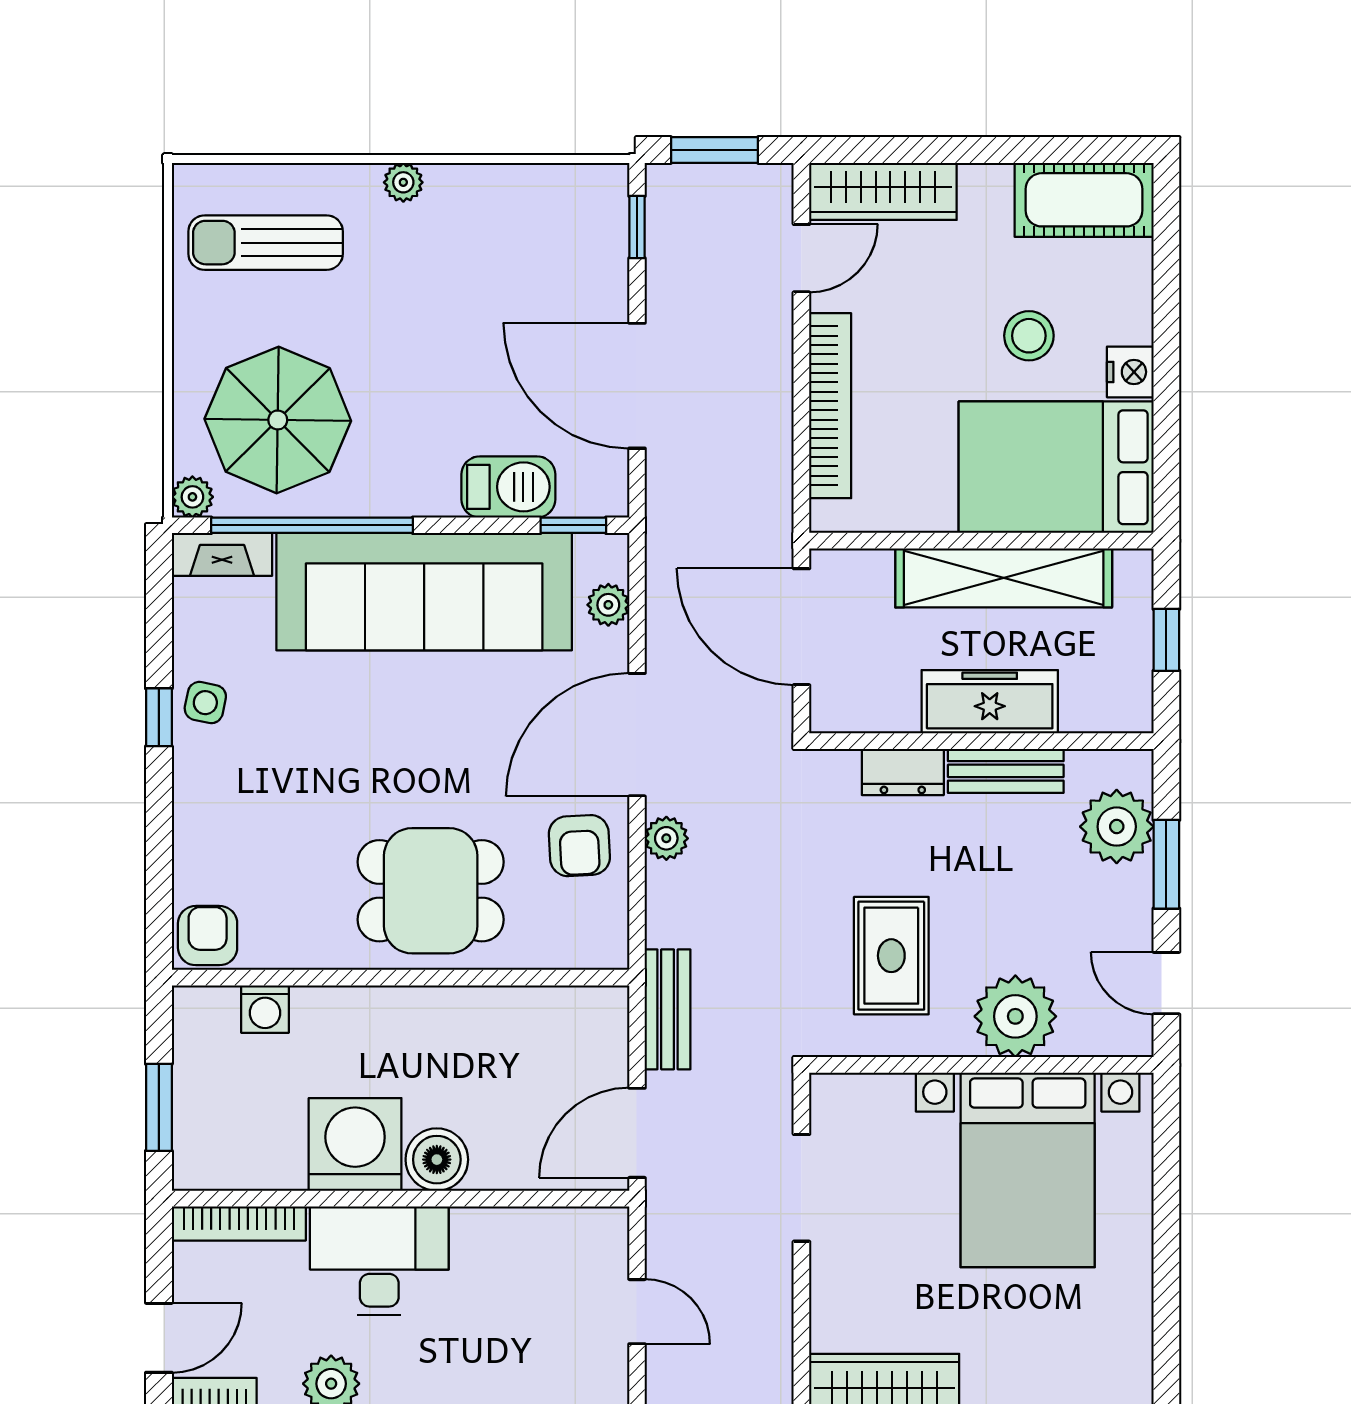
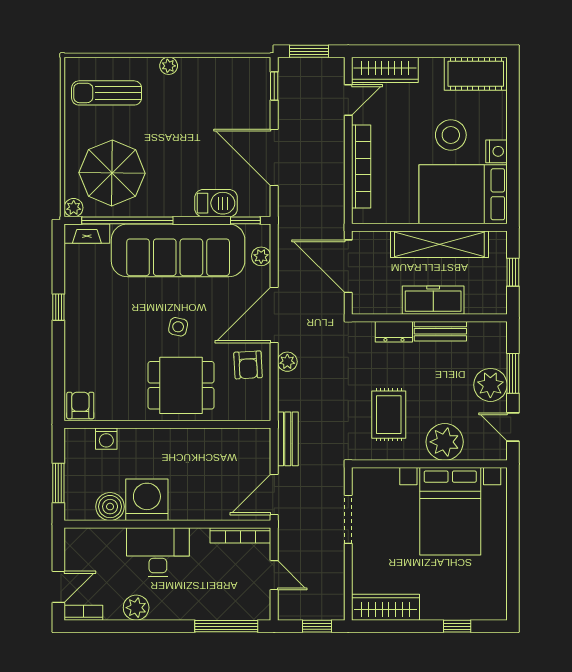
stool: (1029, 336) -> (451, 135), width x1.38, depth x1.38
side table: (205, 703) -> (178, 327), moved
plant: (1117, 827) -> (490, 385), moved
boiler: (437, 1160) -> (110, 507), moved
bookcase: (239, 1223) -> (240, 535), moved

